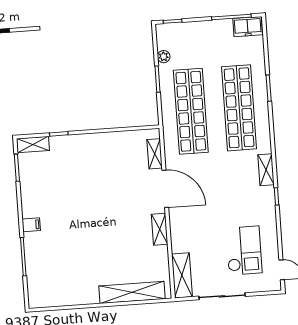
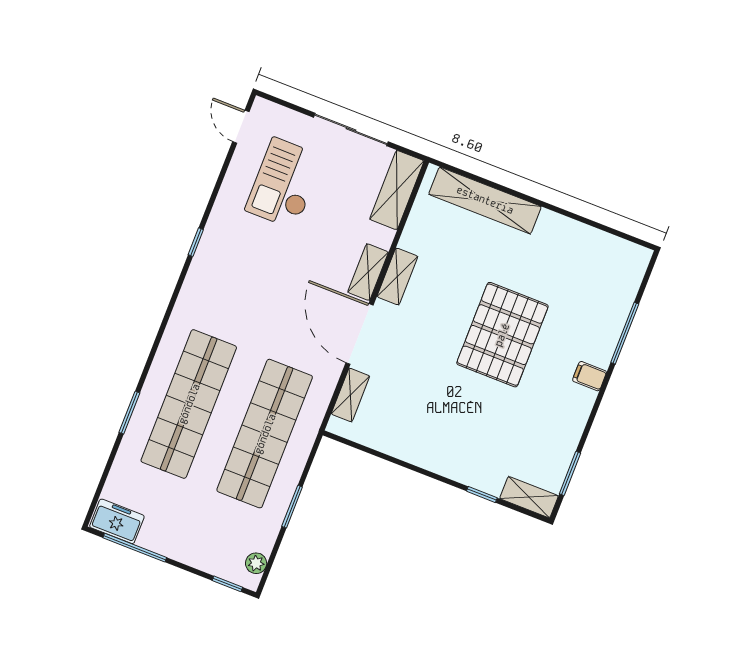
plant: (164, 57) -> (256, 563), moved
shelving: (266, 170) -> (368, 272), moved
pallet: (88, 225) -> (502, 335), added

